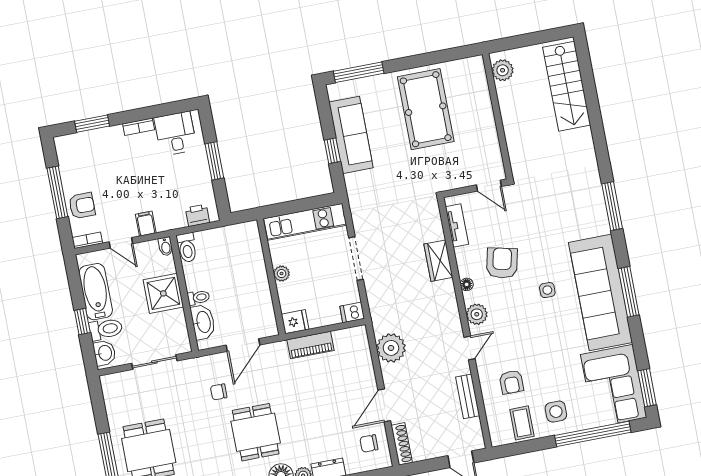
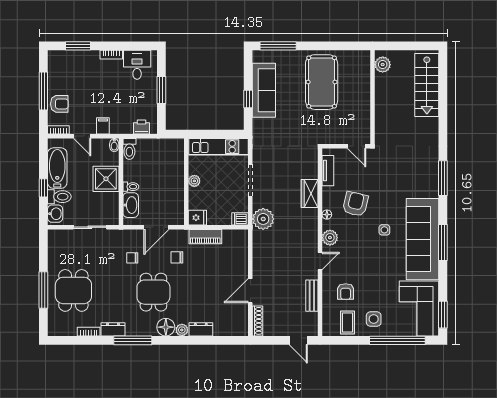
plant: (391, 348) -> (263, 219), moved
chair: (369, 444) -> (177, 257), moved

